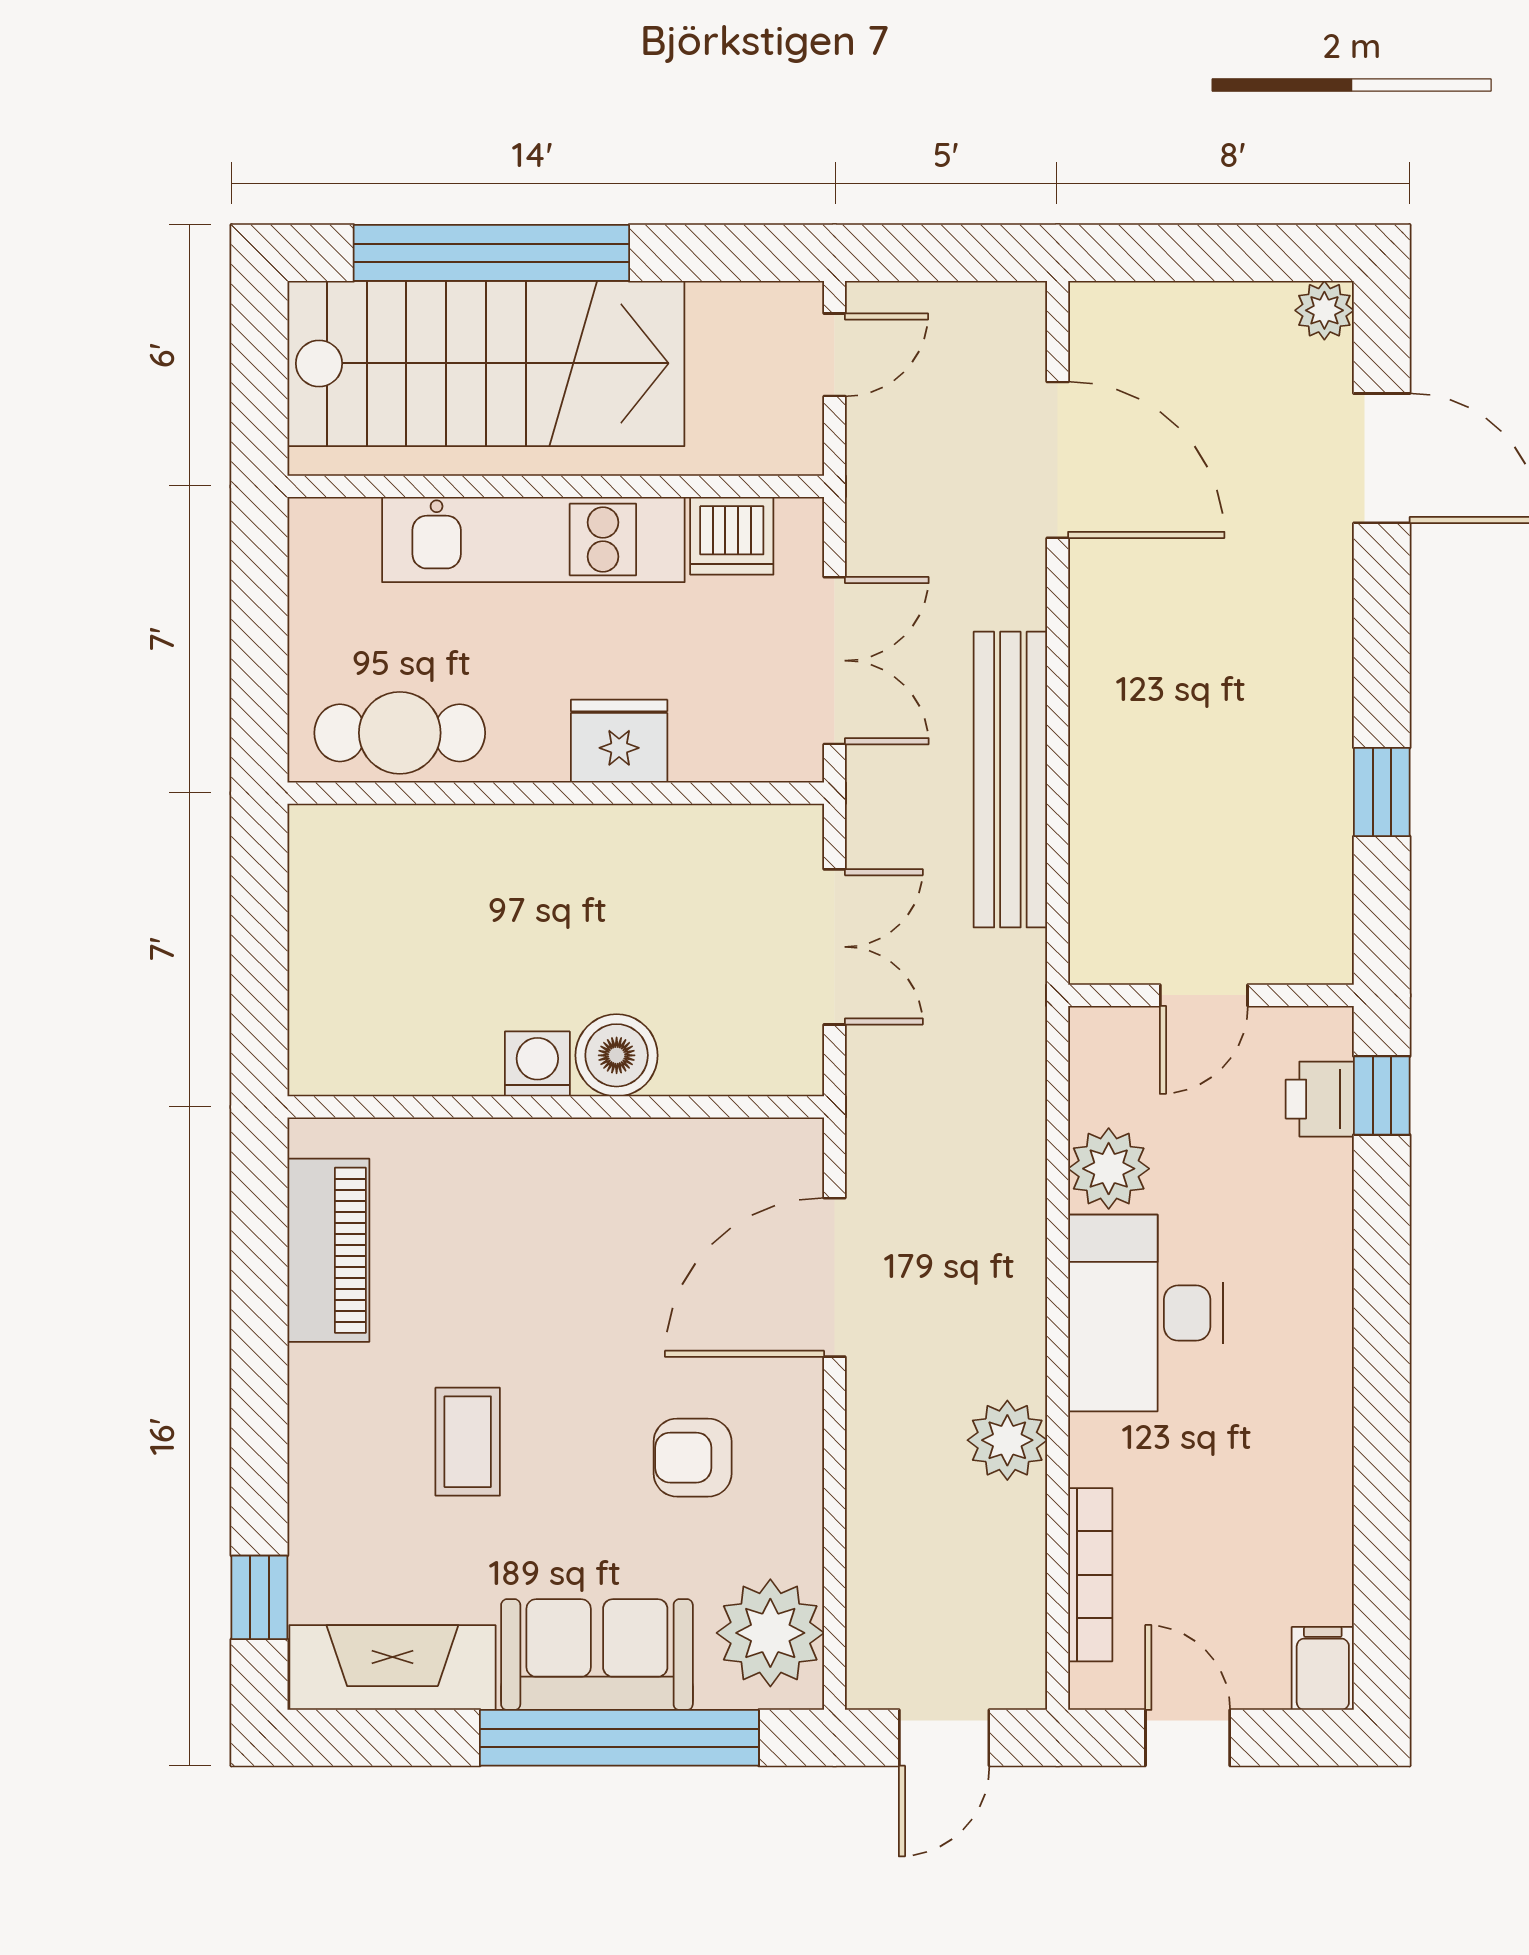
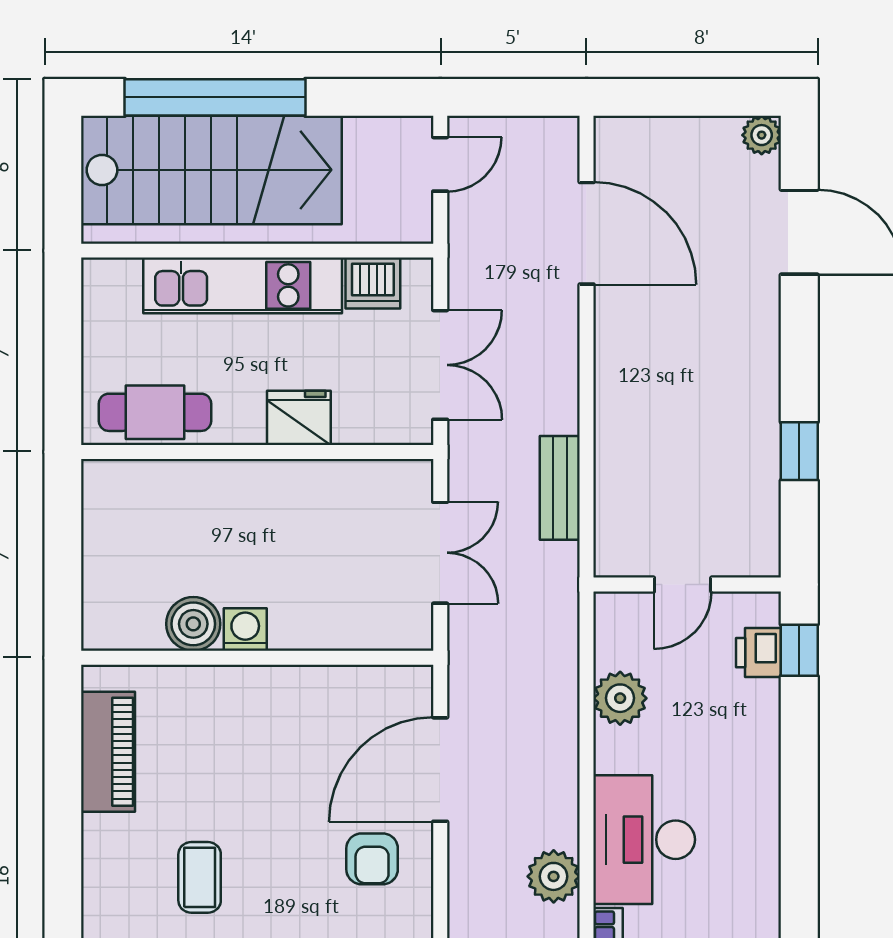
bench: (1010, 780) -> (560, 488), width x0.54, depth x0.82
boiler: (617, 1055) -> (193, 624), moved
desk: (1145, 1313) -> (644, 840), moved
armchair: (693, 1458) -> (372, 859), moved, turned -90

